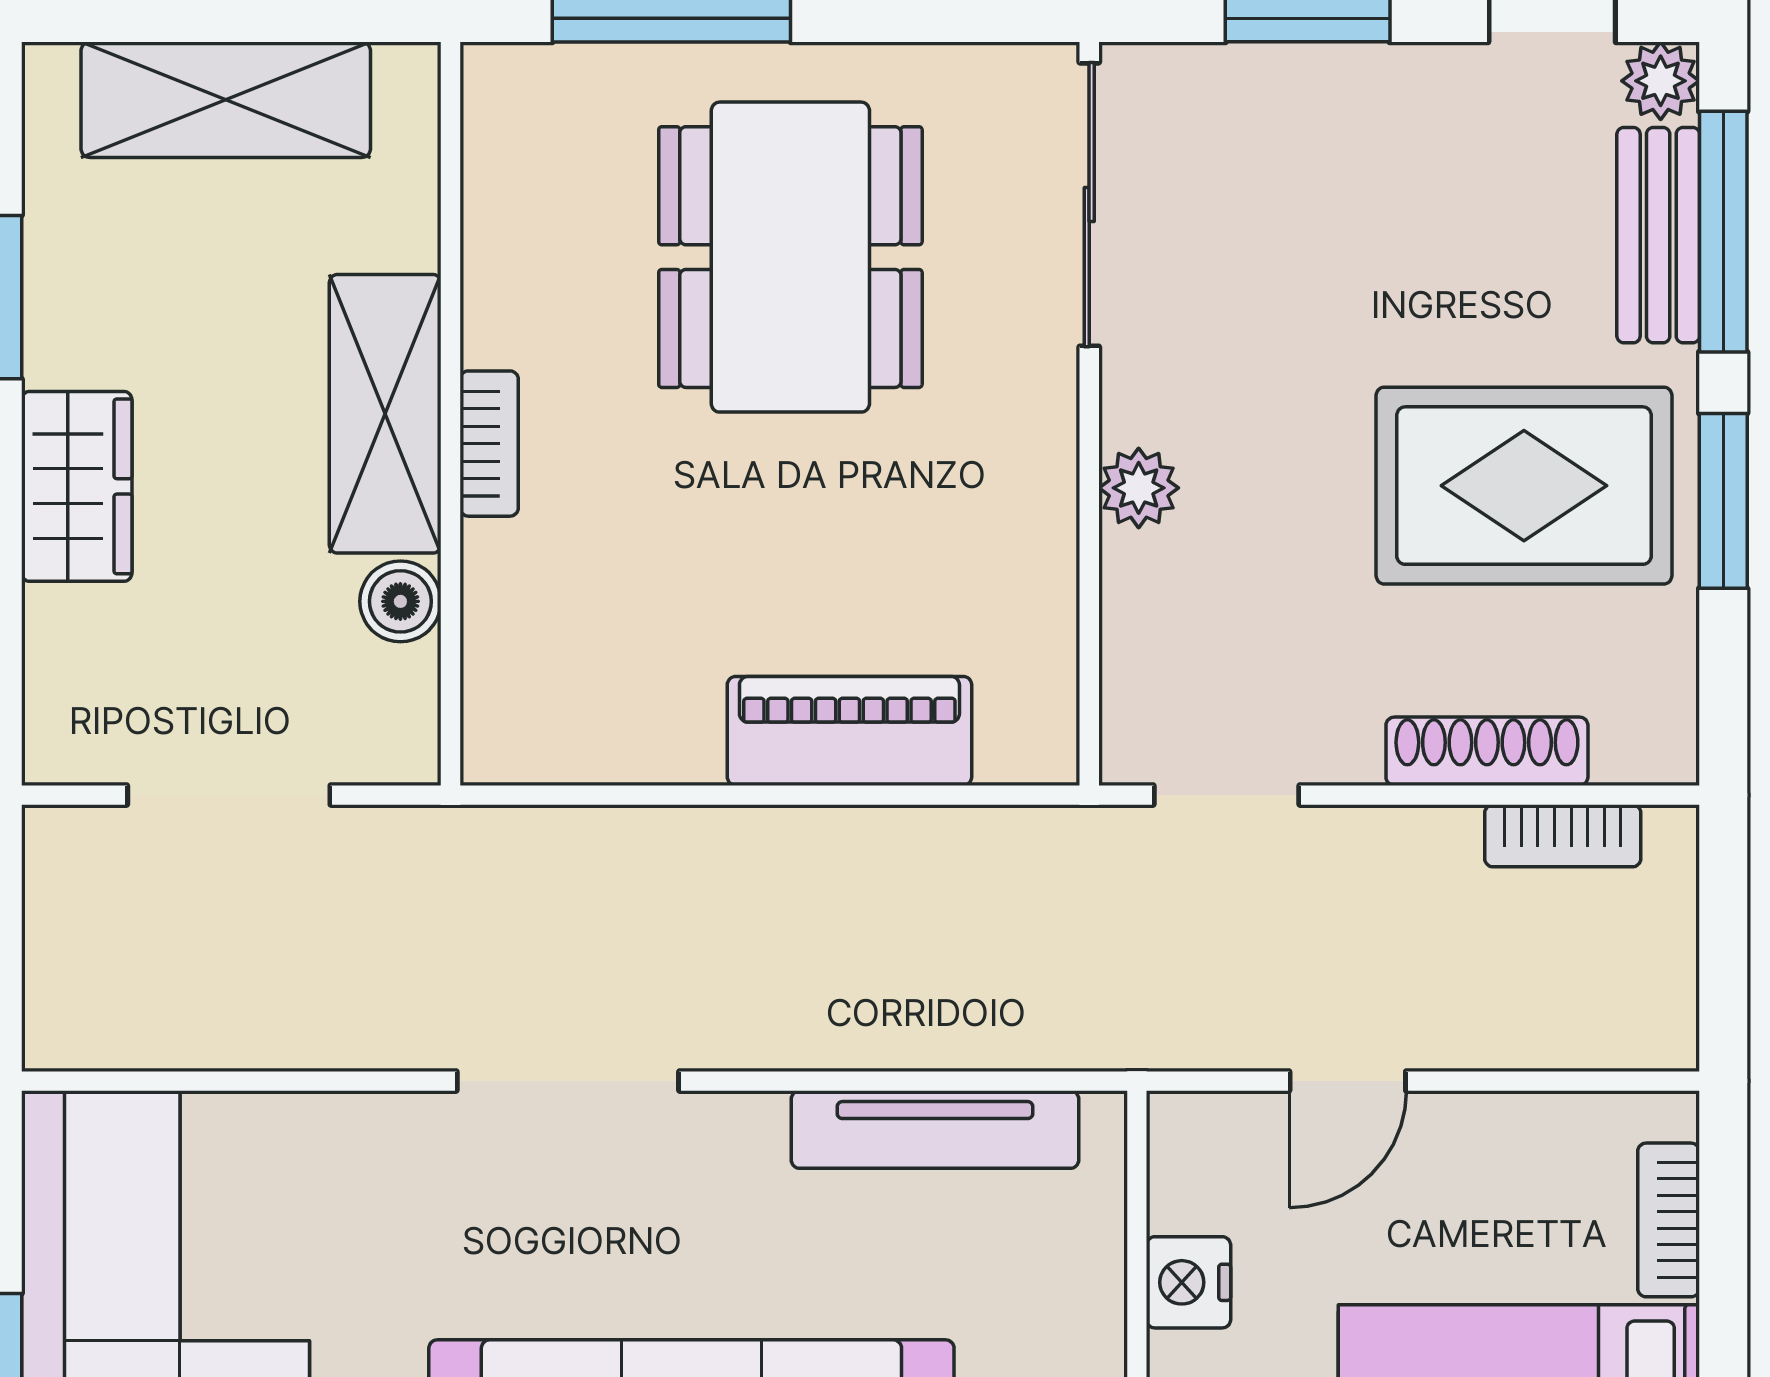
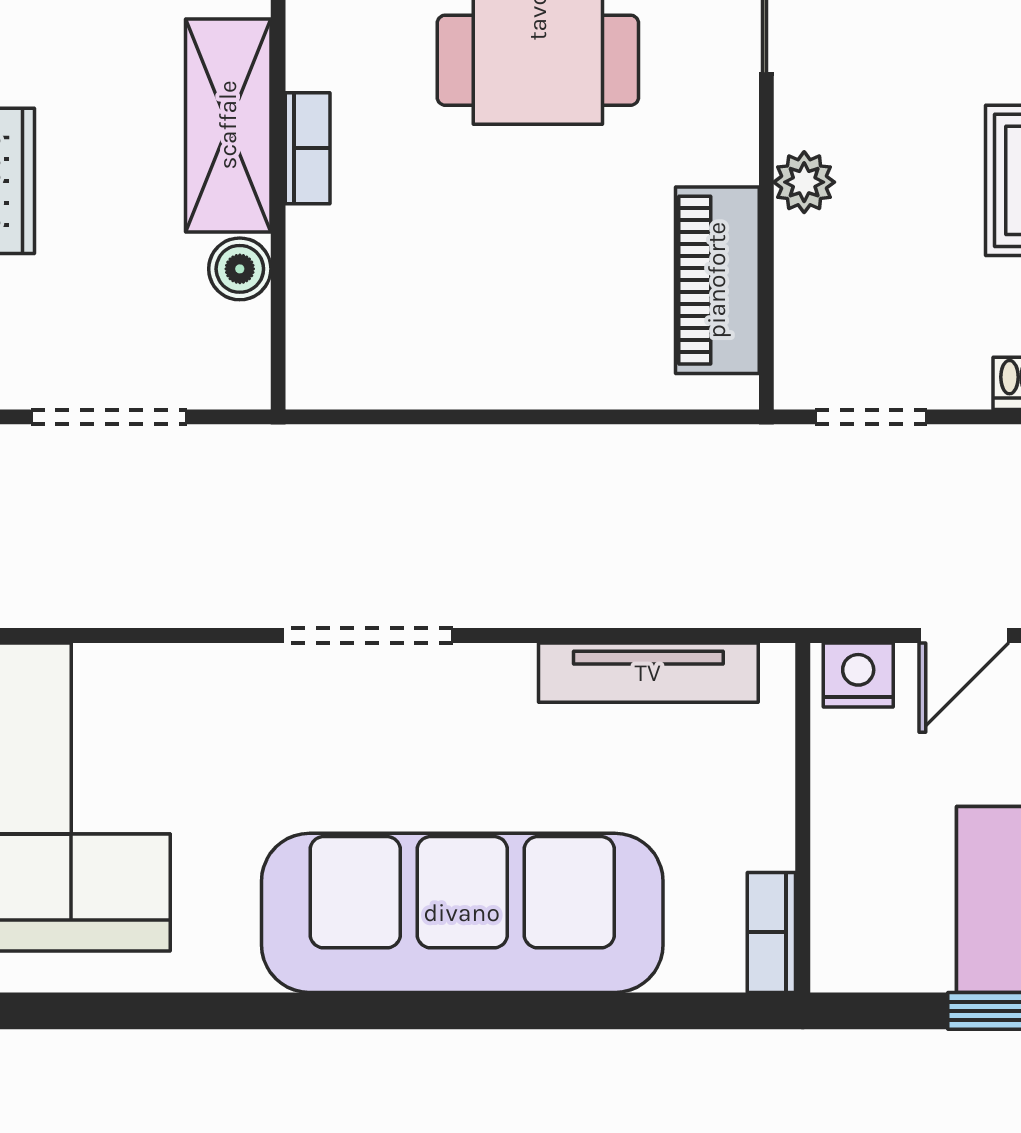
piano: (849, 731) -> (717, 280), moved, turned -90
nightstand: (1188, 1282) -> (858, 675), moved, turned 90

